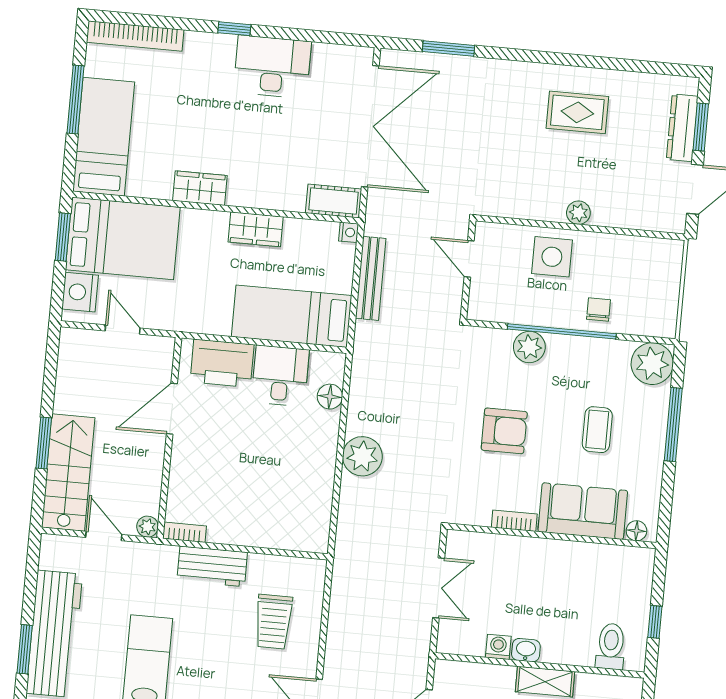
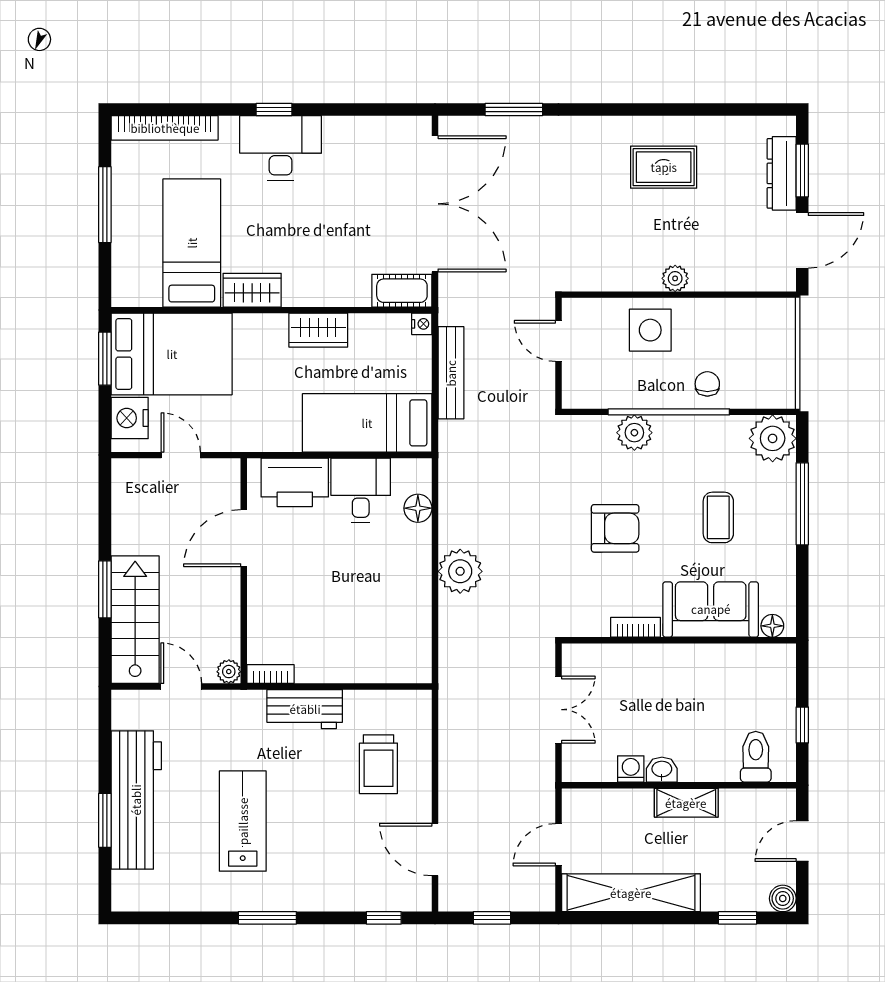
desk: (272, 67) -> (280, 148), moved
bed: (104, 137) -> (192, 243), moved

